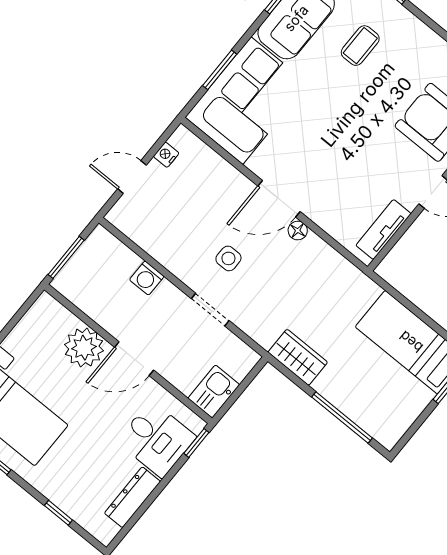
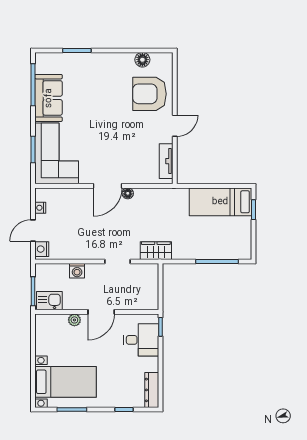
coffee table: (360, 46) -> (88, 87), removed
nightstand: (123, 211) -> (42, 249), added
side table: (228, 258) -> (107, 232), removed
plant: (84, 348) -> (74, 320), width x0.53, depth x0.53
wardrobe: (298, 357) -> (156, 251), moved
kitchen sink: (214, 391) -> (49, 301), moved, turned 90
dresser: (132, 497) -> (152, 390), moved

